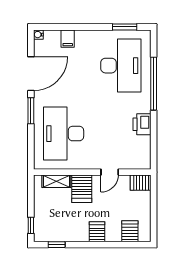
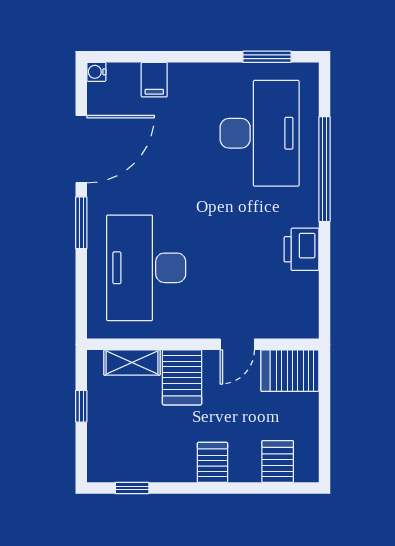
server rack: (141, 183) -> (290, 371), width x1.36, depth x1.44
window: (31, 225) -> (81, 406), moved

